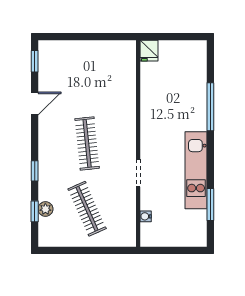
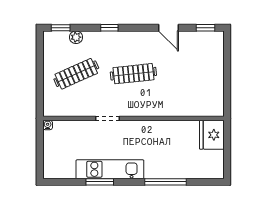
fridge: (149, 51) -> (212, 135), width x1.88, depth x1.34
window: (210, 205) -> (100, 182), moved
window: (35, 211) -> (61, 28), moved
water cooler: (146, 216) -> (48, 125), moved

